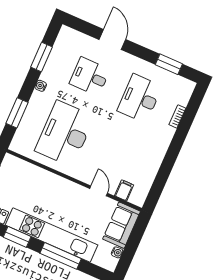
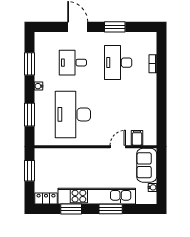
window: (169, 64) -> (115, 27), moved
door: (99, 191) -> (118, 147), hinge flipped
window: (61, 256) -> (111, 209), width x0.69

